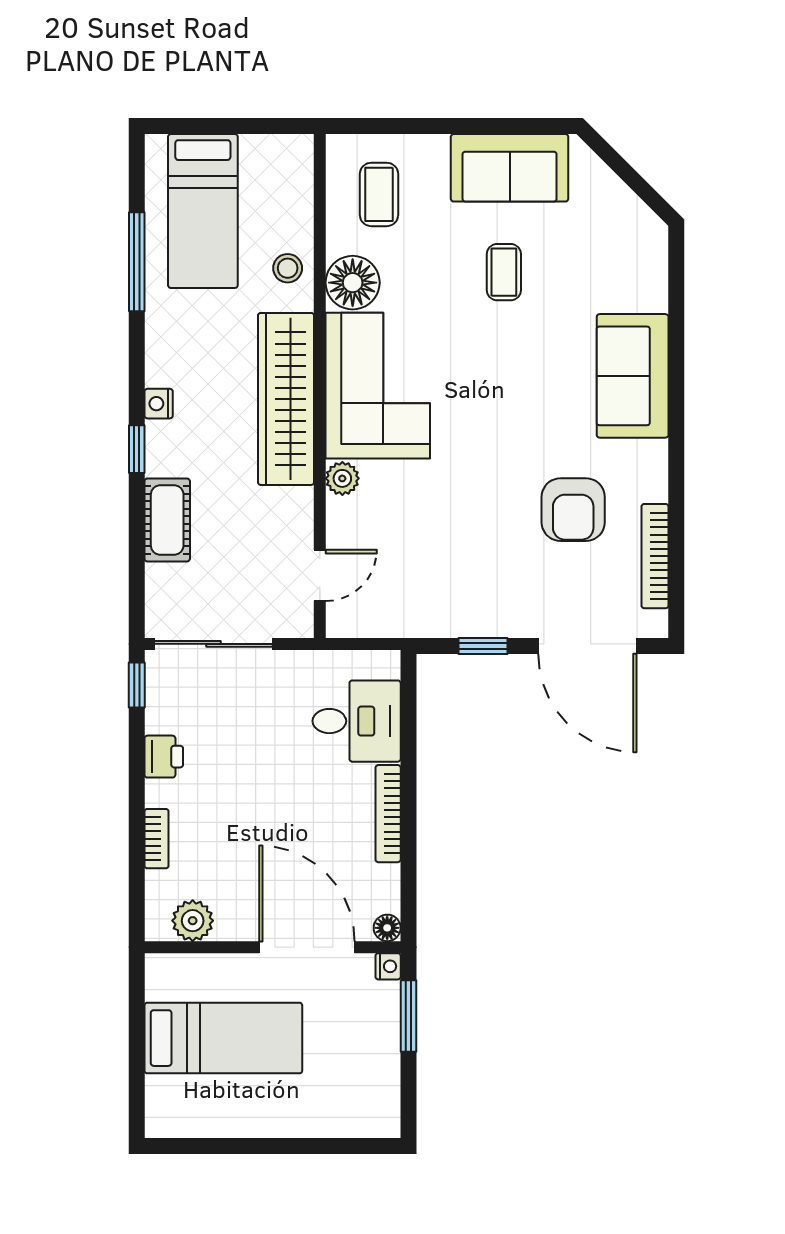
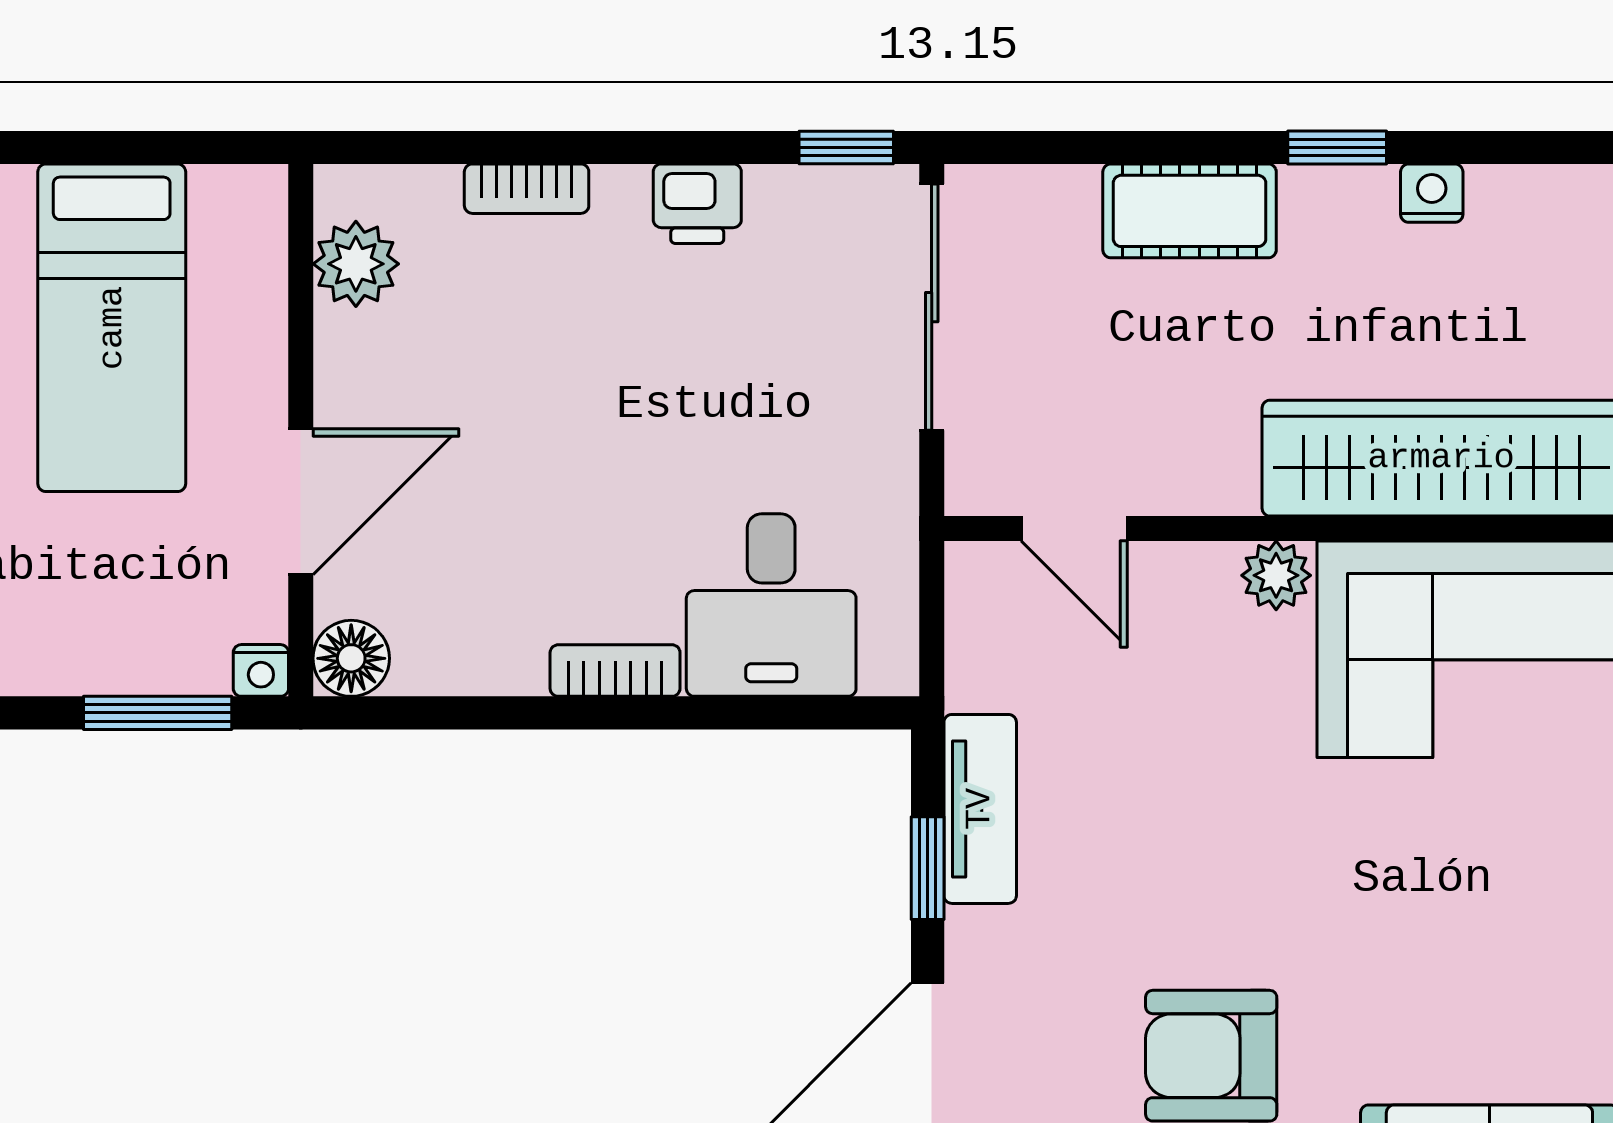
tv unit: (455, 621) -> (980, 809), added
bookcase: (388, 814) -> (615, 671), width x0.64
floor lamp: (387, 928) -> (351, 658), width x1.37, depth x1.37
door: (307, 947) -> (301, 502), width x0.73

